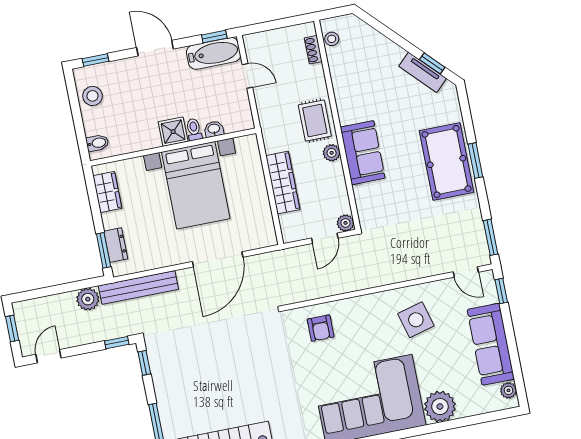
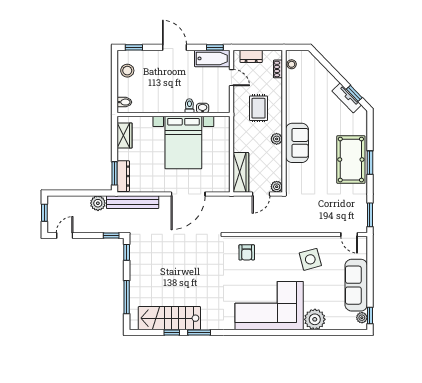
dresser: (270, 39) -> (251, 56), added
rug: (315, 120) -> (259, 108), moved
shower: (173, 132) -> (175, 104), removed
wardrobe: (283, 183) -> (241, 172), moved
dresser: (116, 245) -> (123, 176), width x1.44
window: (501, 291) -> (370, 316), moved

